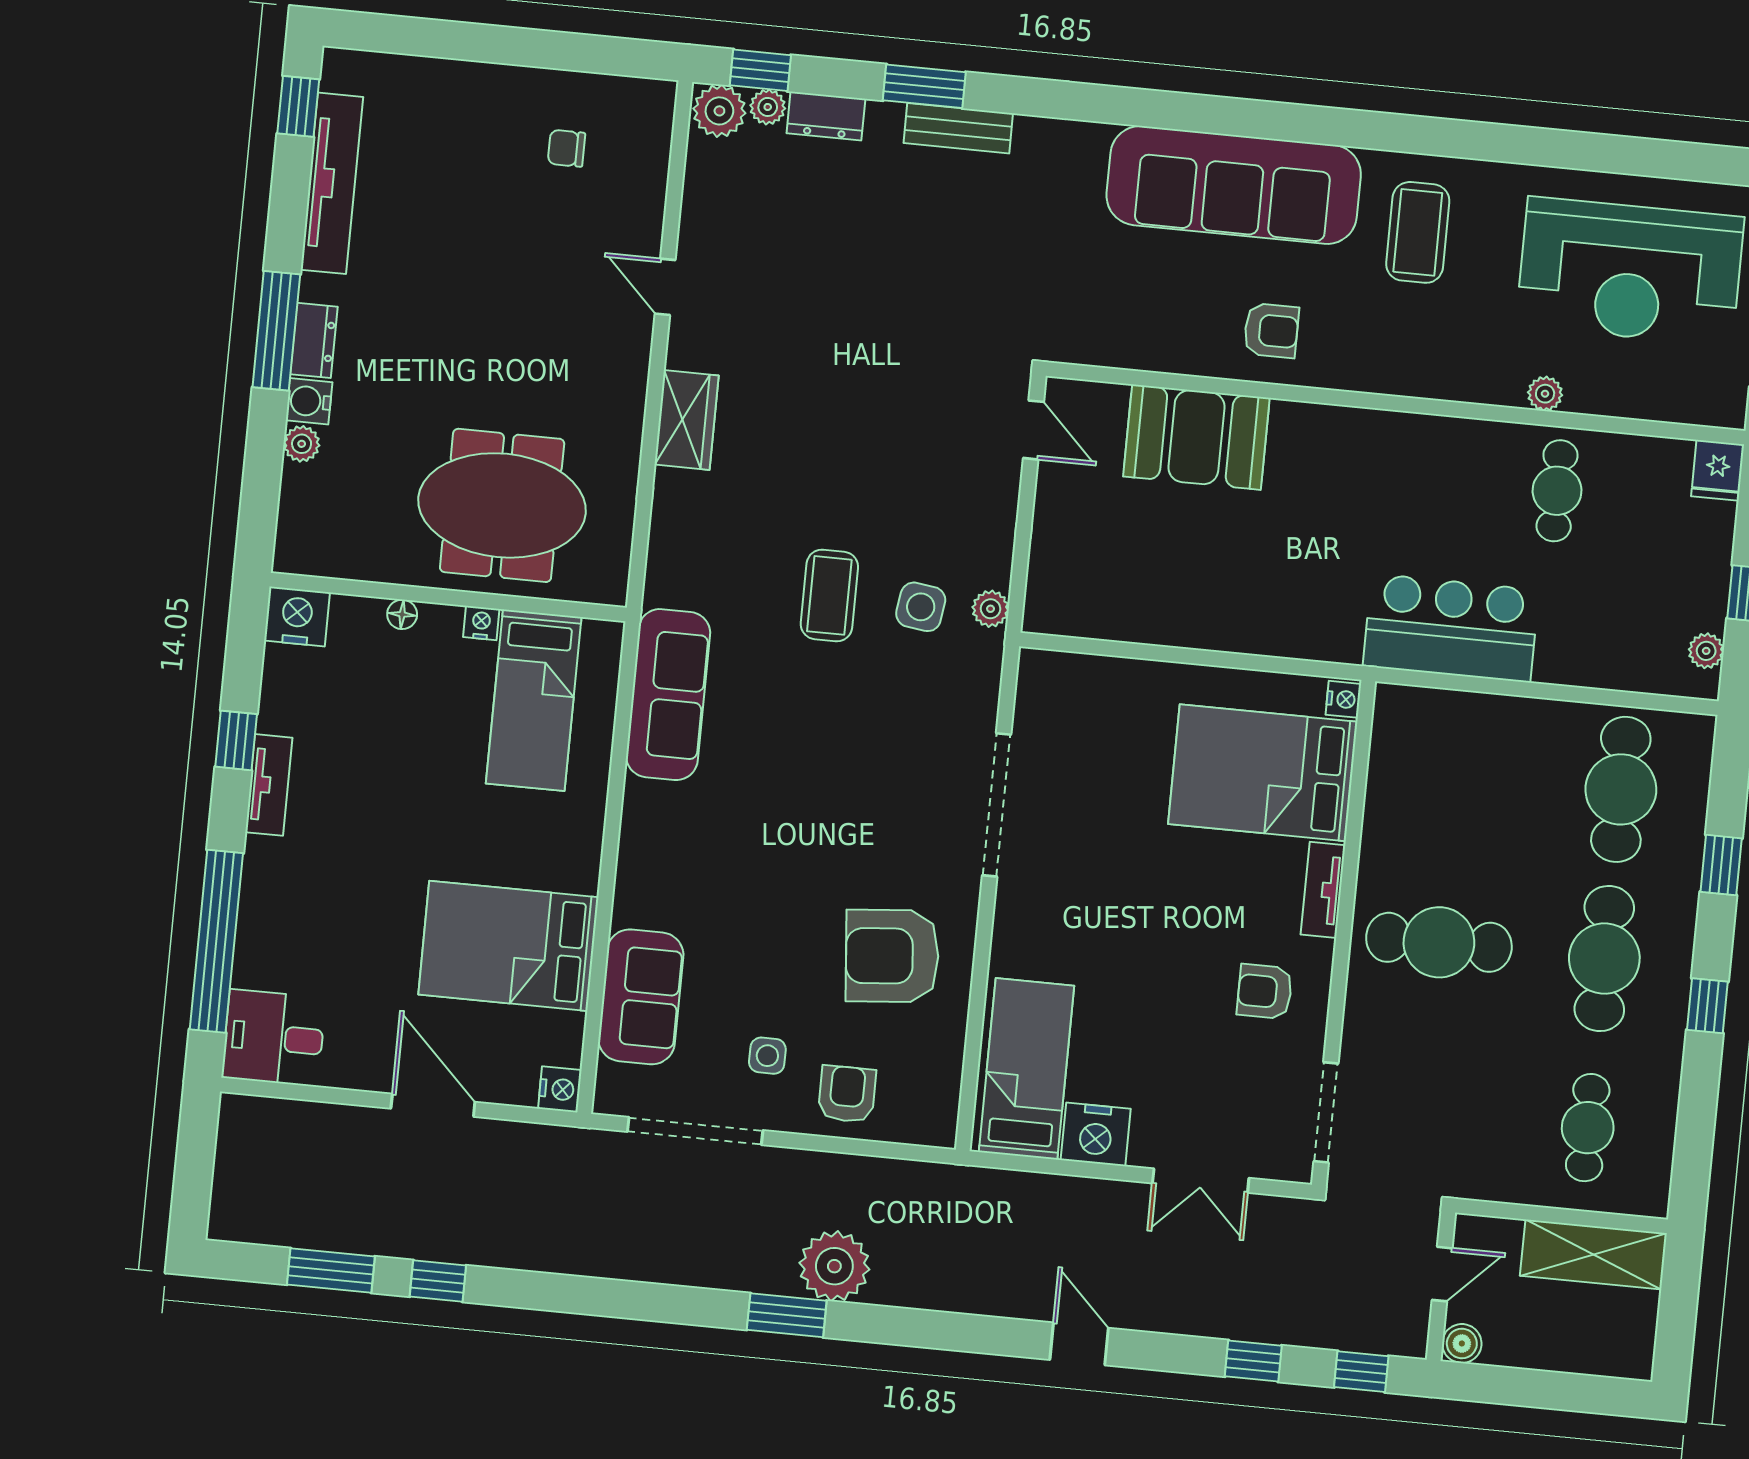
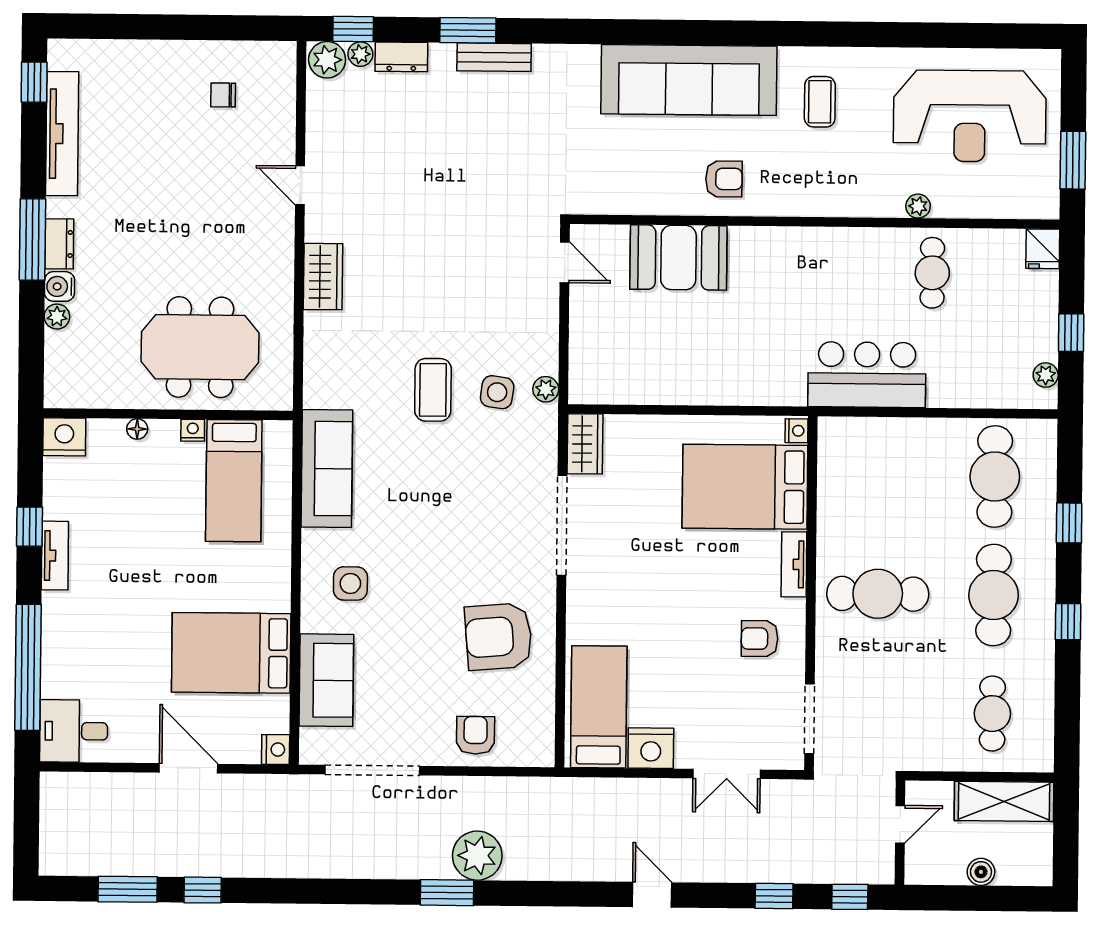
coffee table: (1418, 232) -> (820, 102), width x0.73, depth x0.77
wardrobe: (1040, 692) -> (585, 444), added
side table: (767, 1056) -> (350, 583), moved, width x1.37, depth x1.37
boiler: (1462, 1344) -> (981, 872), moved

